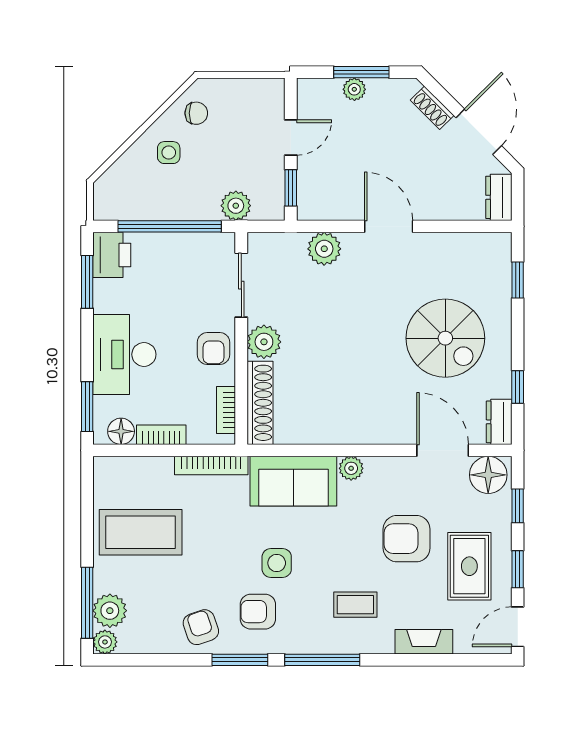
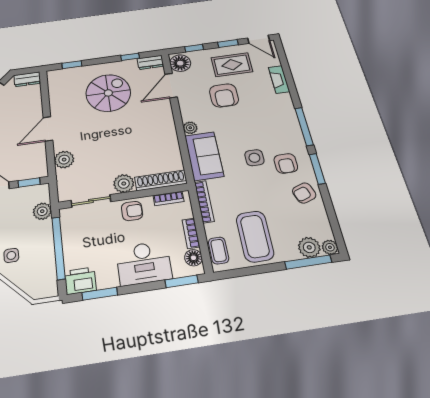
coffee table: (355, 605) -> (219, 251), moved

